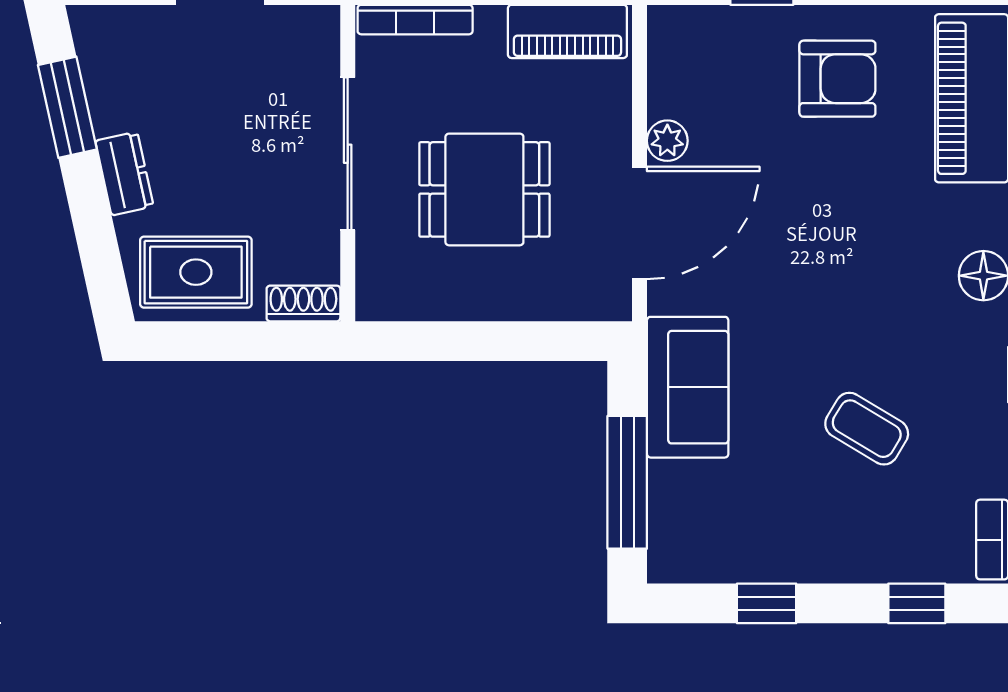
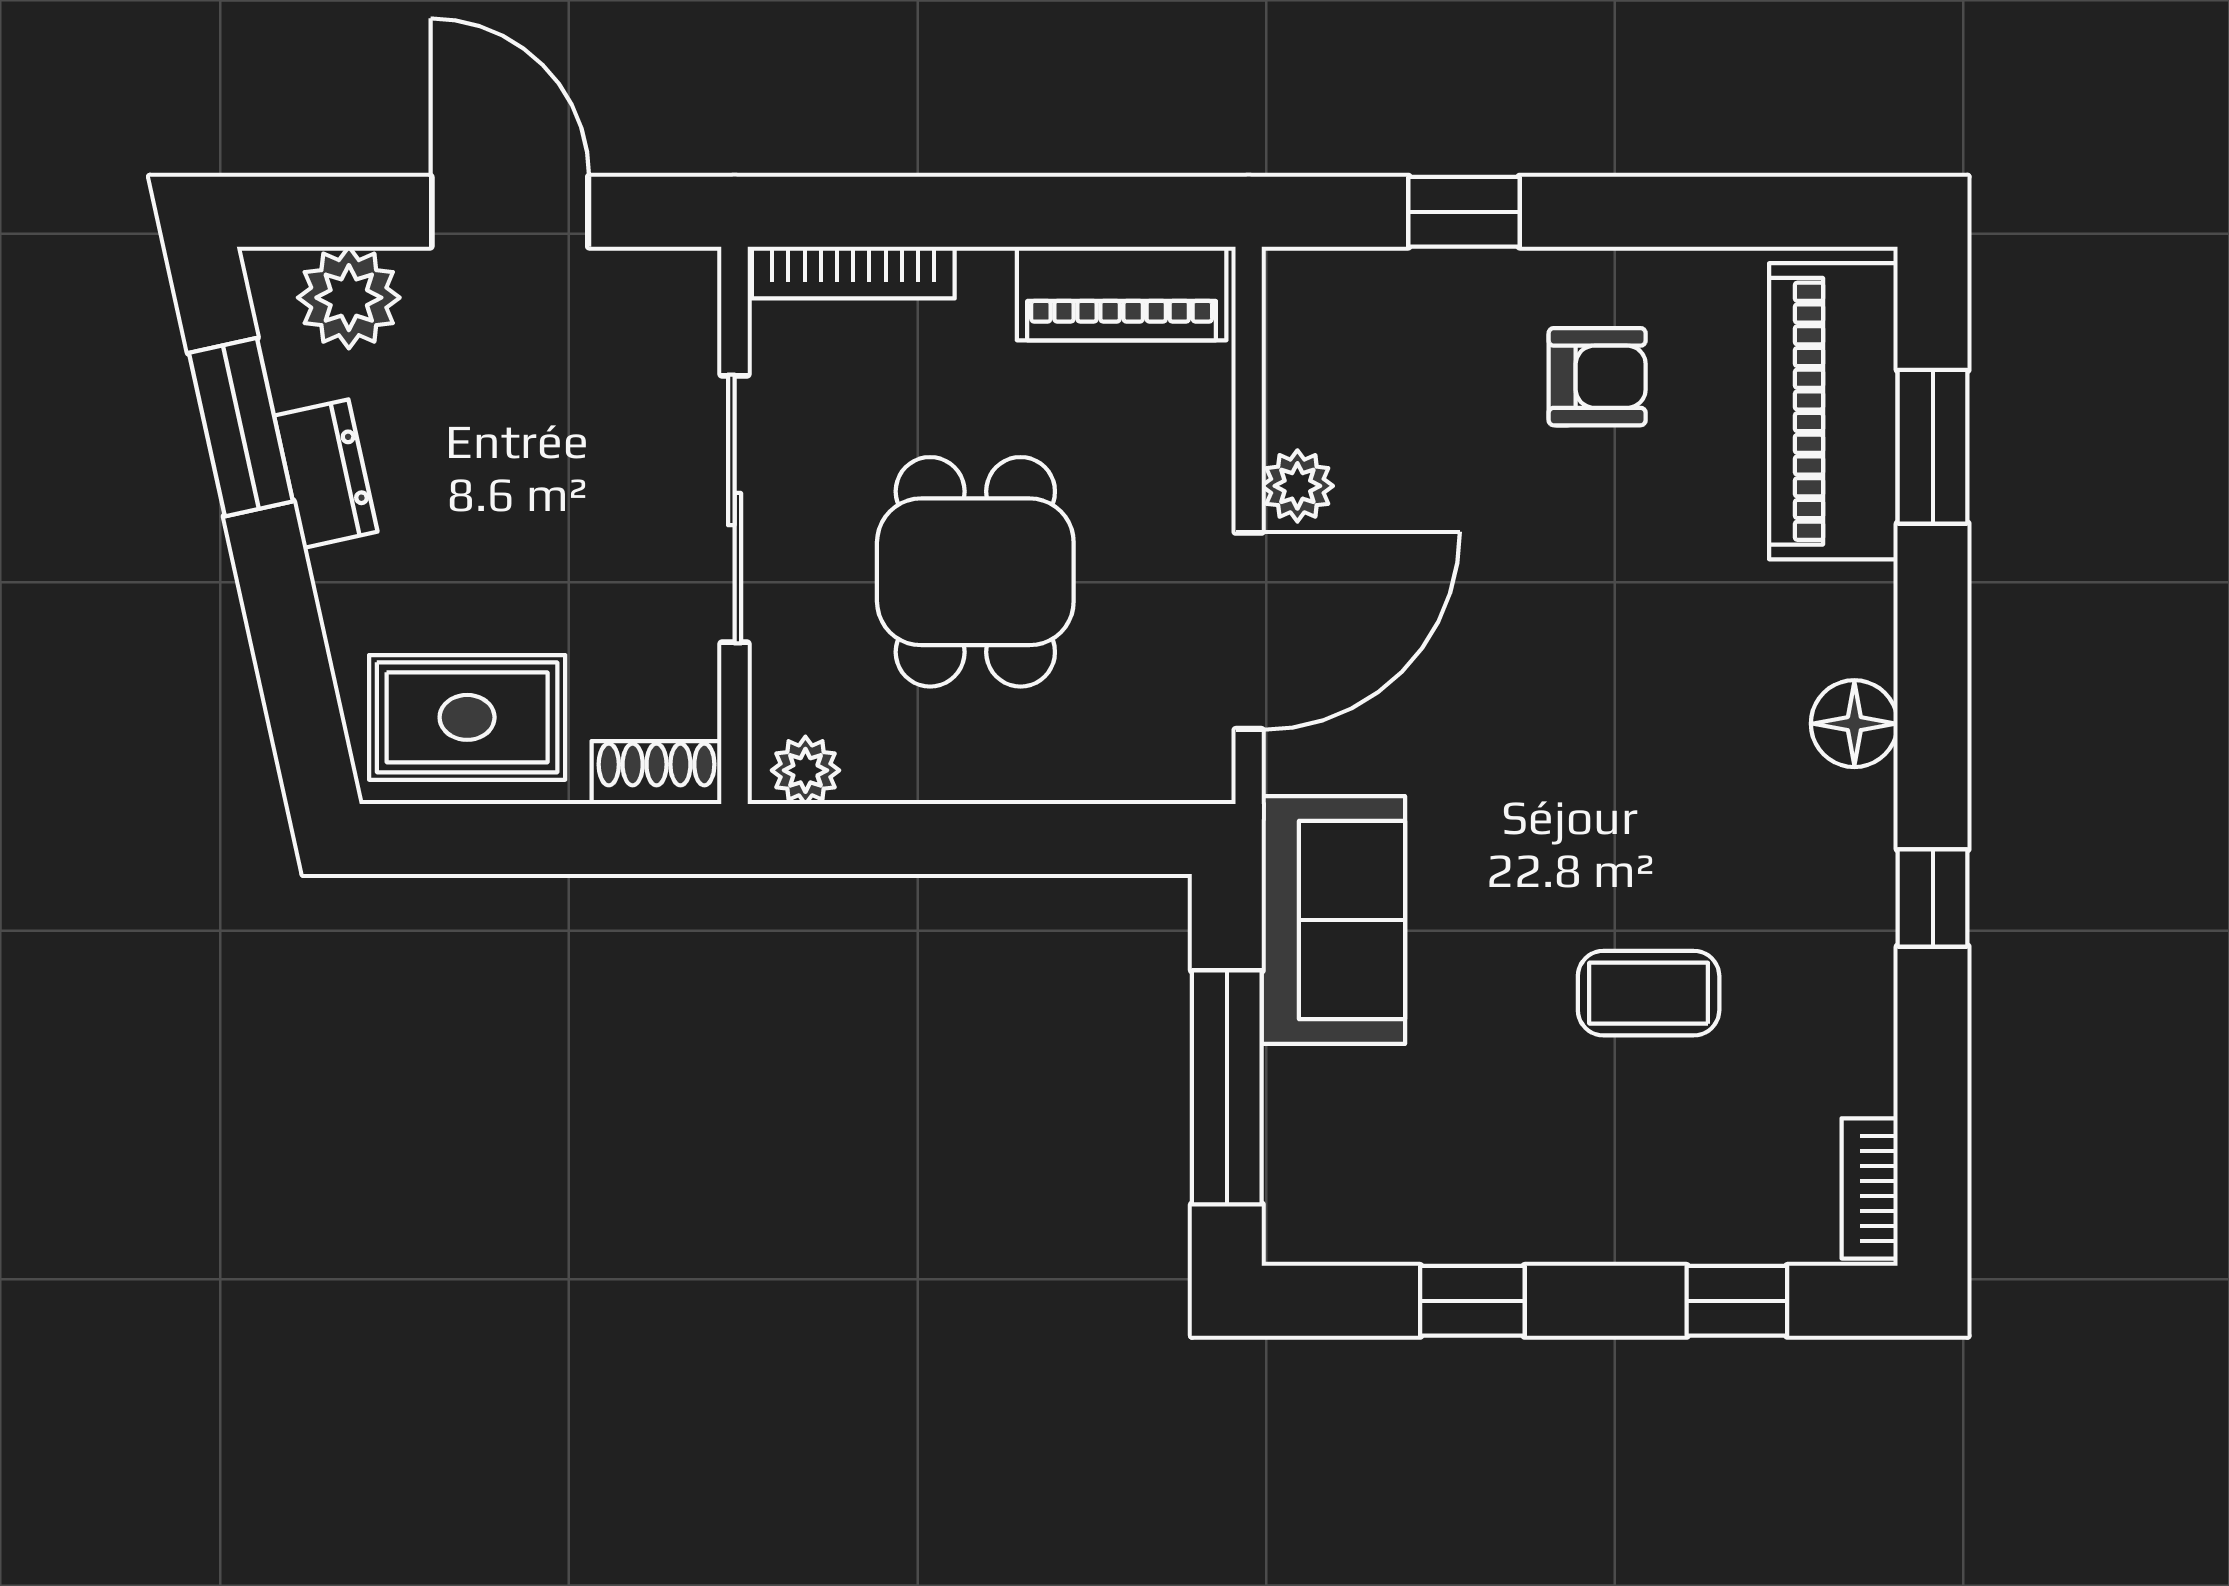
plant: (129, 34) -> (349, 298), added
armchair: (837, 79) -> (1597, 377), width x0.72, depth x0.72
dresser: (124, 174) -> (326, 474), moved
dining table: (484, 189) -> (975, 572), turned 90
plant: (388, 302) -> (805, 770), added
coffee table: (867, 429) -> (1649, 993), turned -31

